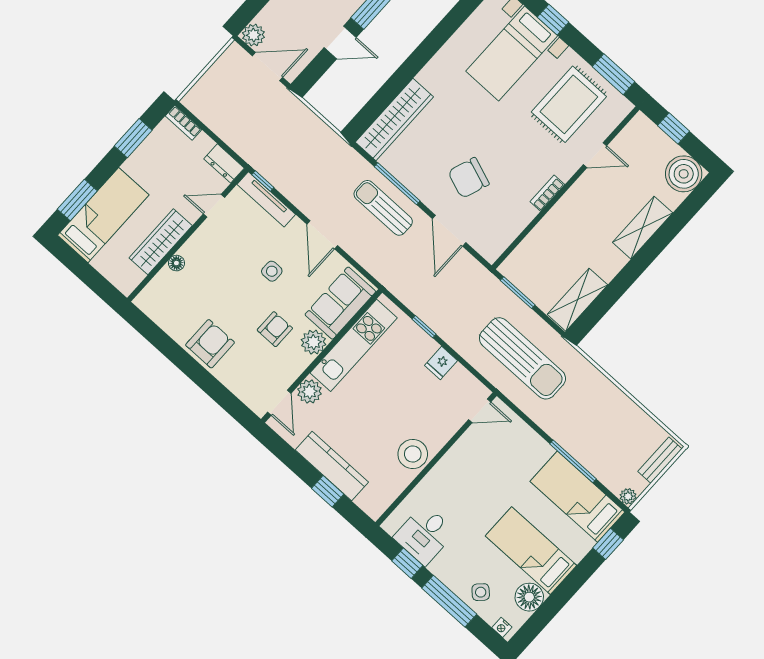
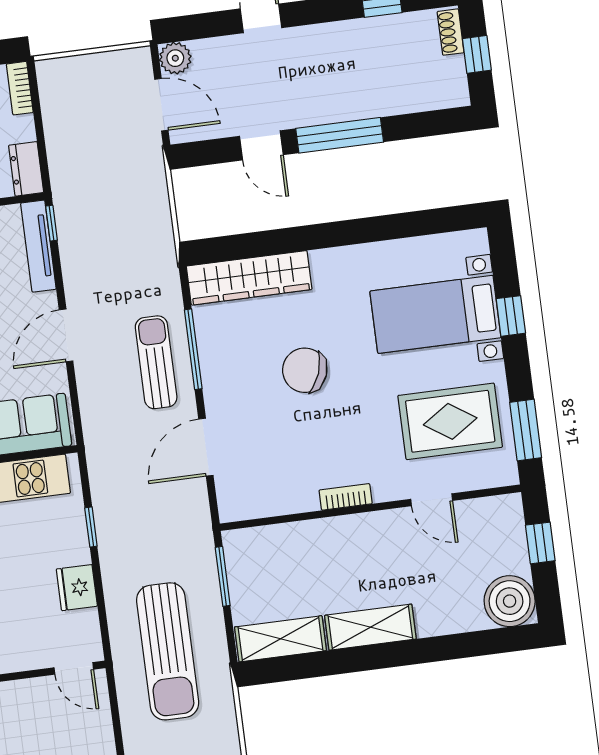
chair: (469, 178) -> (305, 370), moved
shelving: (643, 228) -> (370, 627), moved
fridge: (441, 363) -> (77, 588), width x1.38

